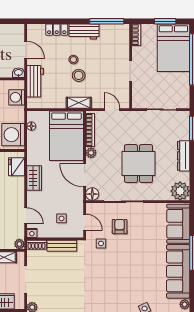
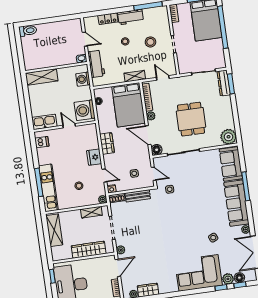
stool: (79, 75) -> (150, 42), moved
dresser: (184, 156) -> (224, 83), moved
fridge: (17, 167) -> (94, 157), moved
armchair: (120, 227) -> (183, 173), removed

